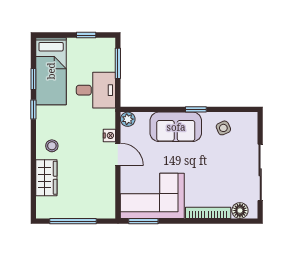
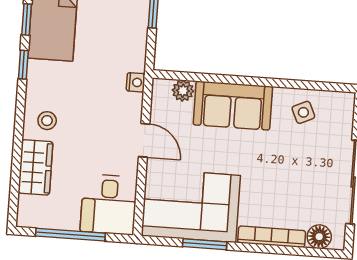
desk: (96, 90) -> (109, 205), moved, turned 90
window: (196, 109) -> (265, 82), removed
plant: (128, 119) -> (183, 91), moved
nightstand: (109, 136) -> (136, 82), moved
window: (143, 221) -> (205, 244), moved

